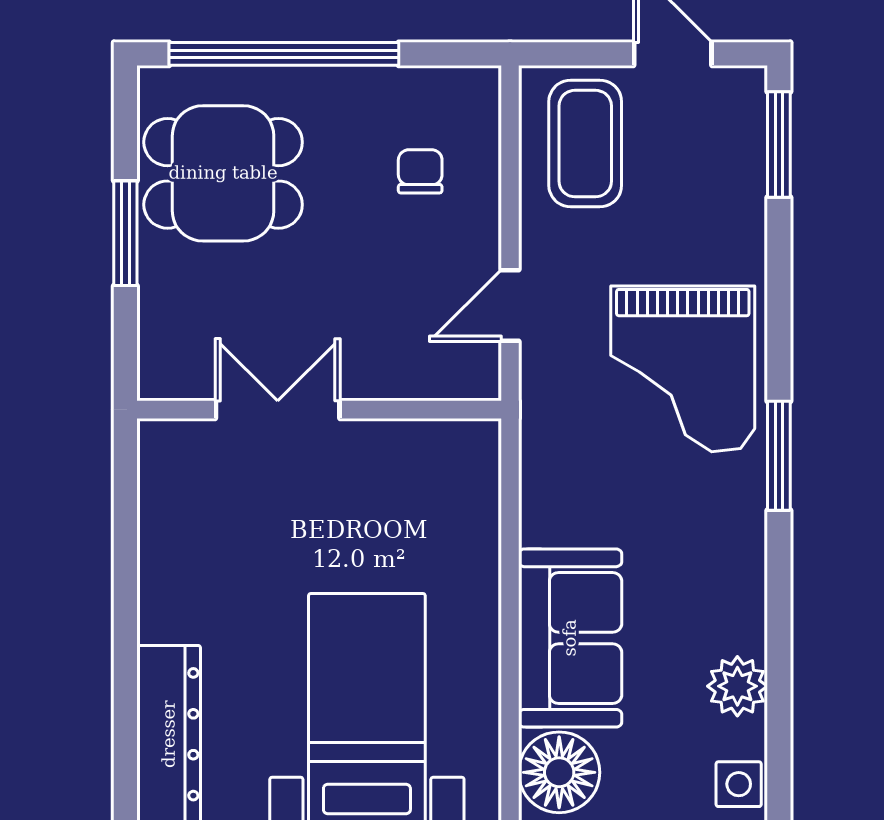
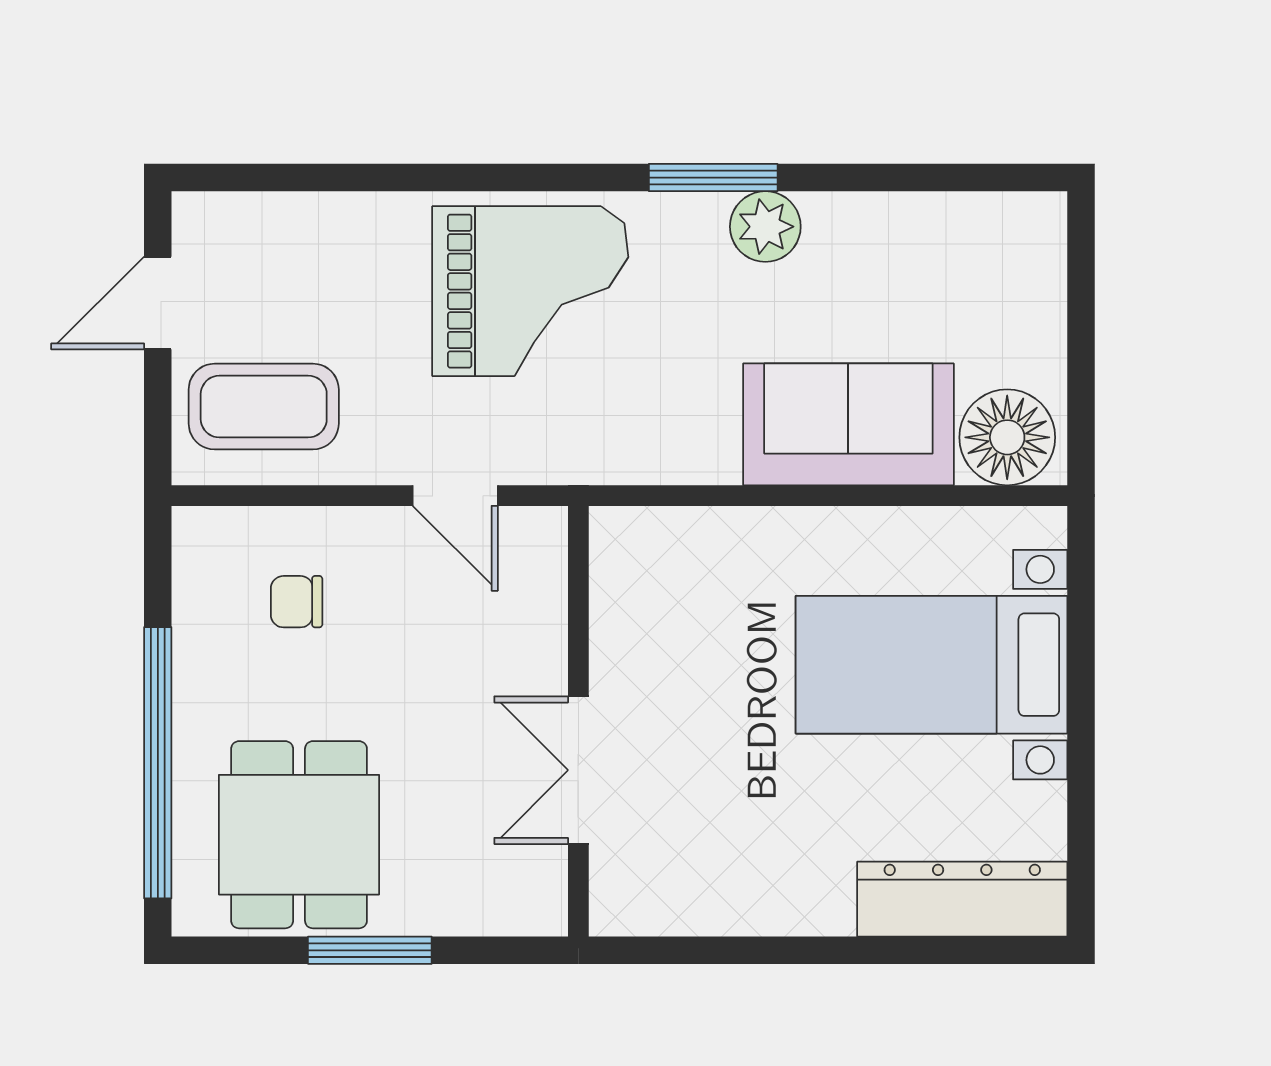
window: (779, 145) -> (265, 178), removed
window: (779, 456) -> (713, 178), moved
plant: (737, 686) -> (765, 227), moved
side table: (739, 784) -> (1021, 225), removed

